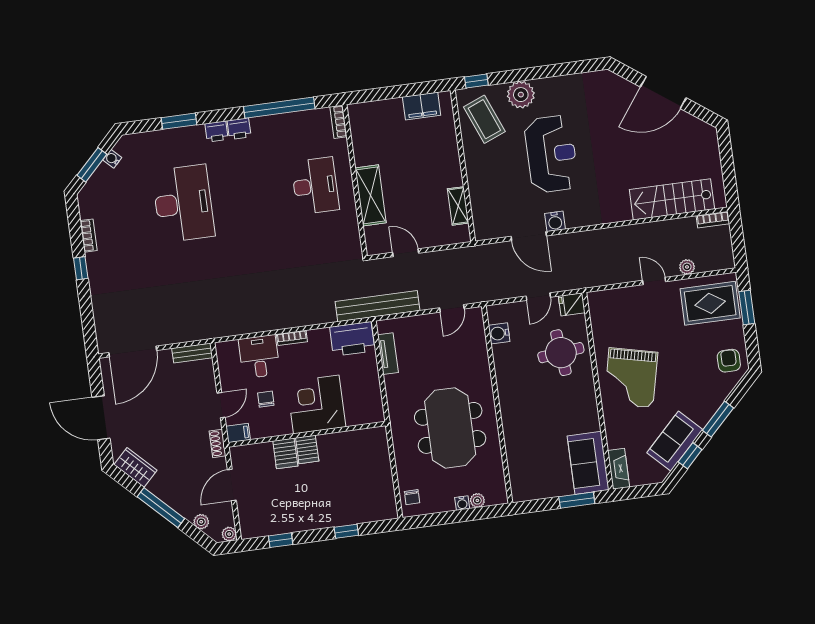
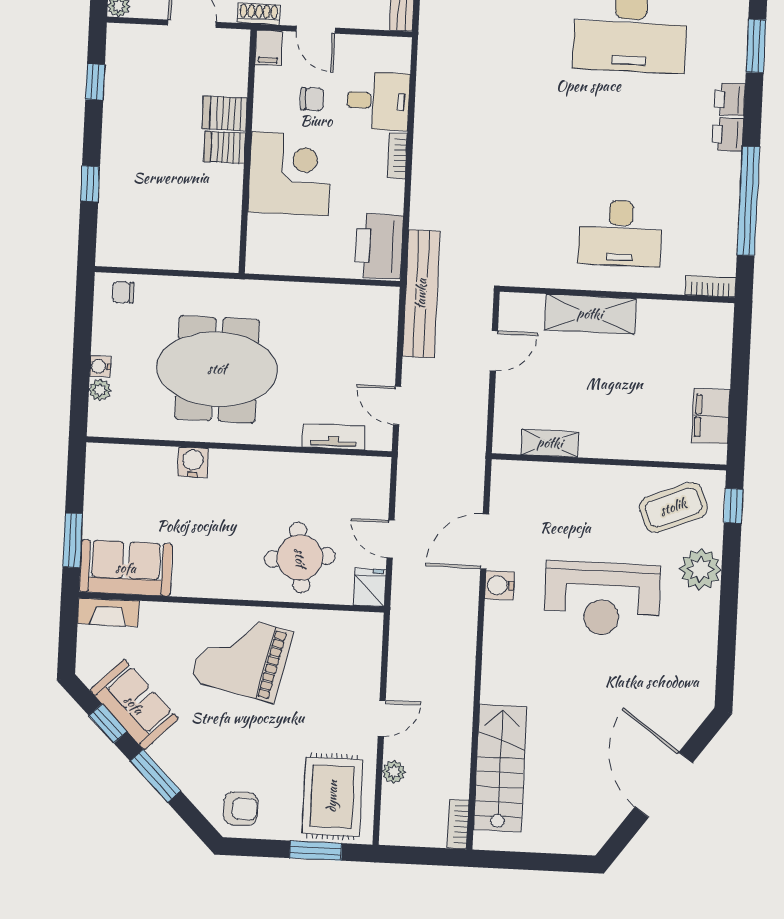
water cooler: (499, 333) -> (193, 462), moved
tv unit: (388, 354) -> (334, 437), moved, turned 180

